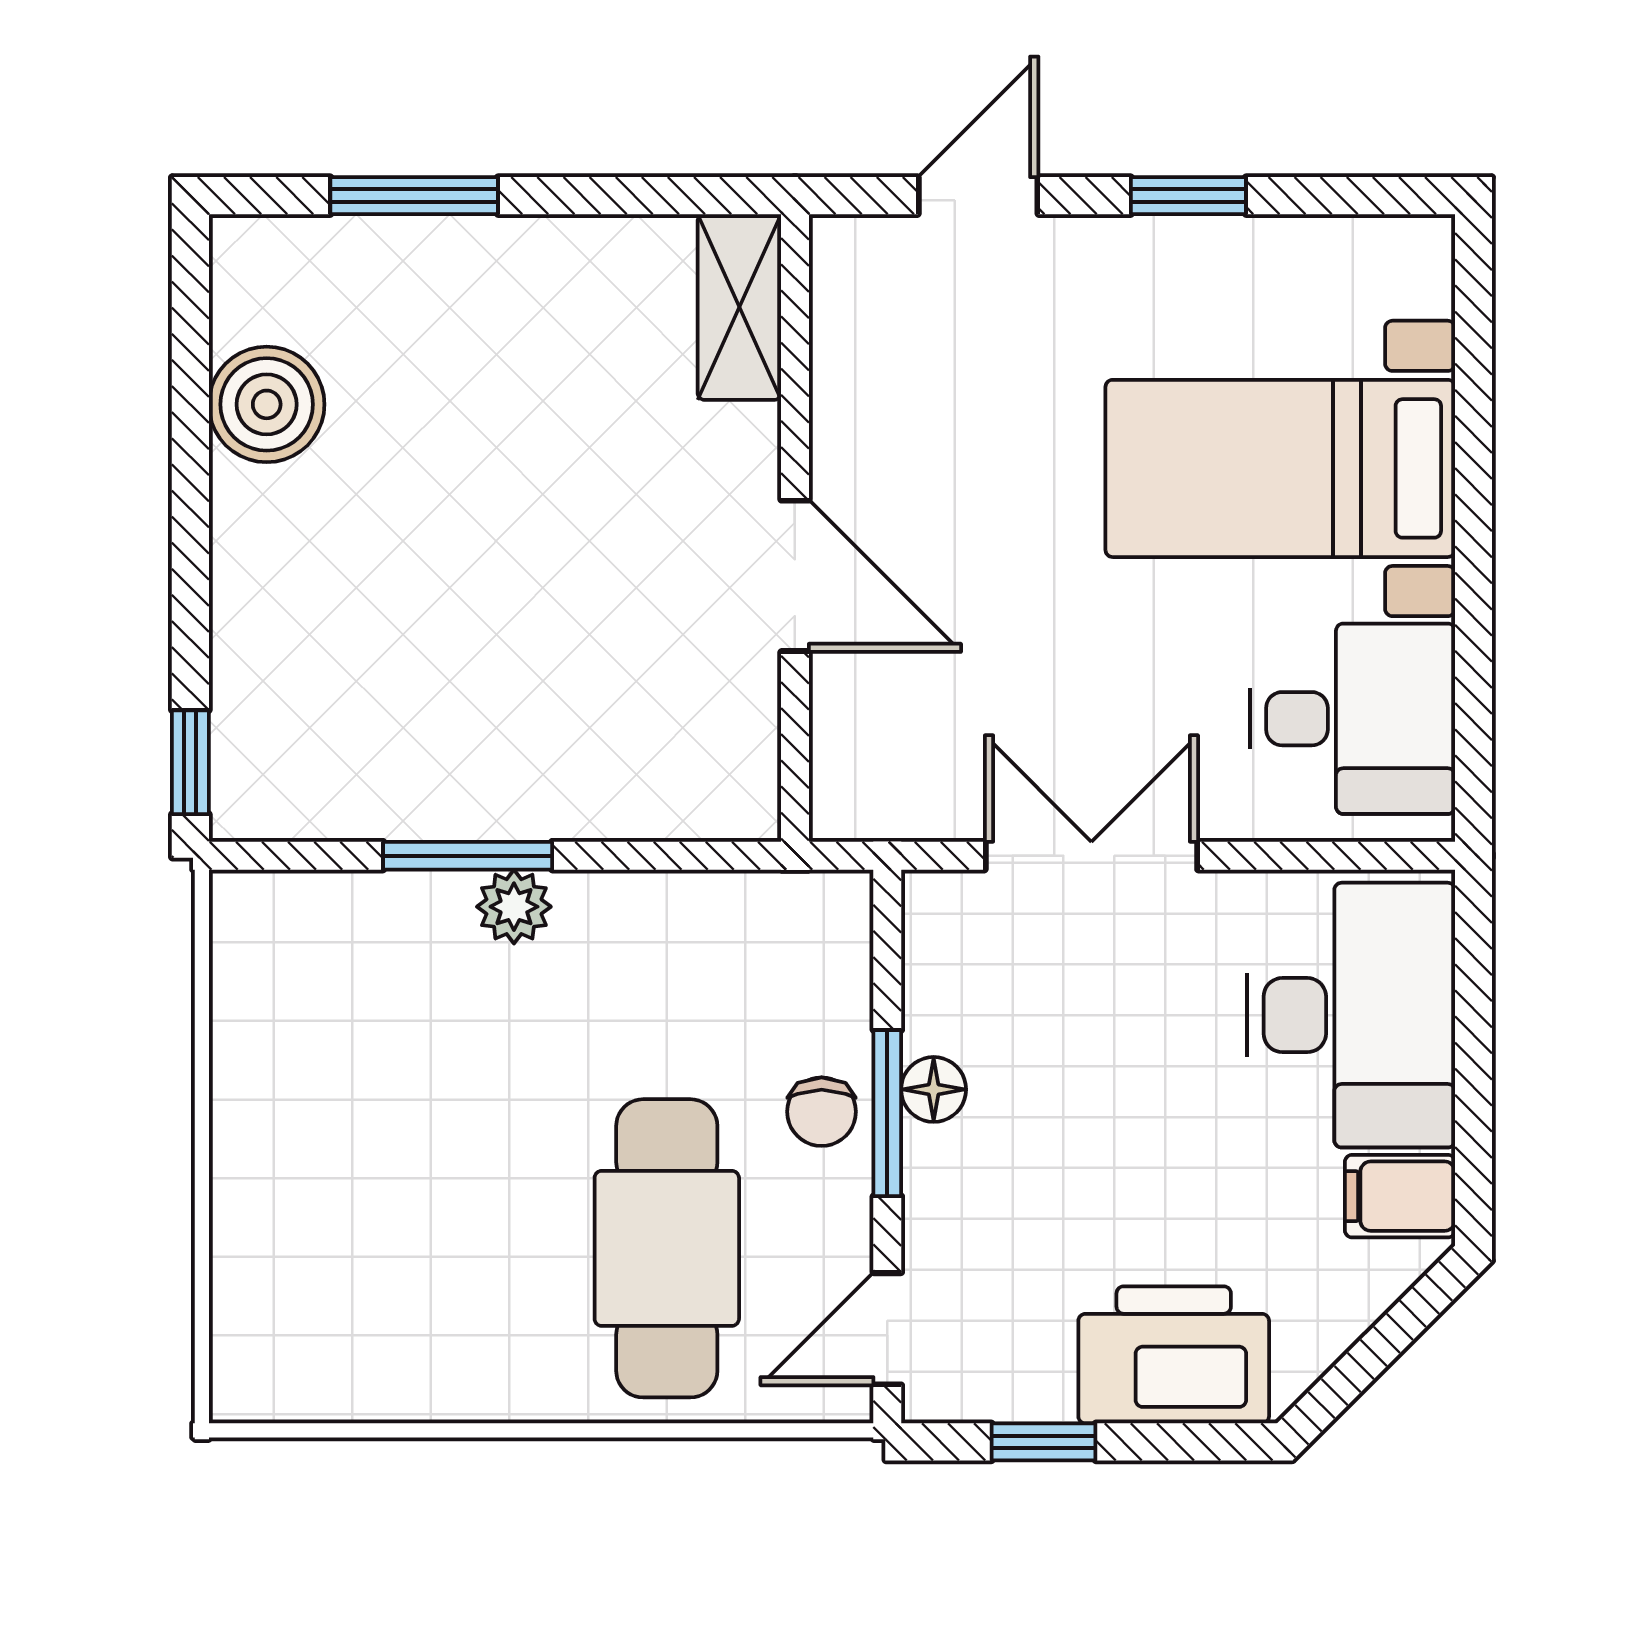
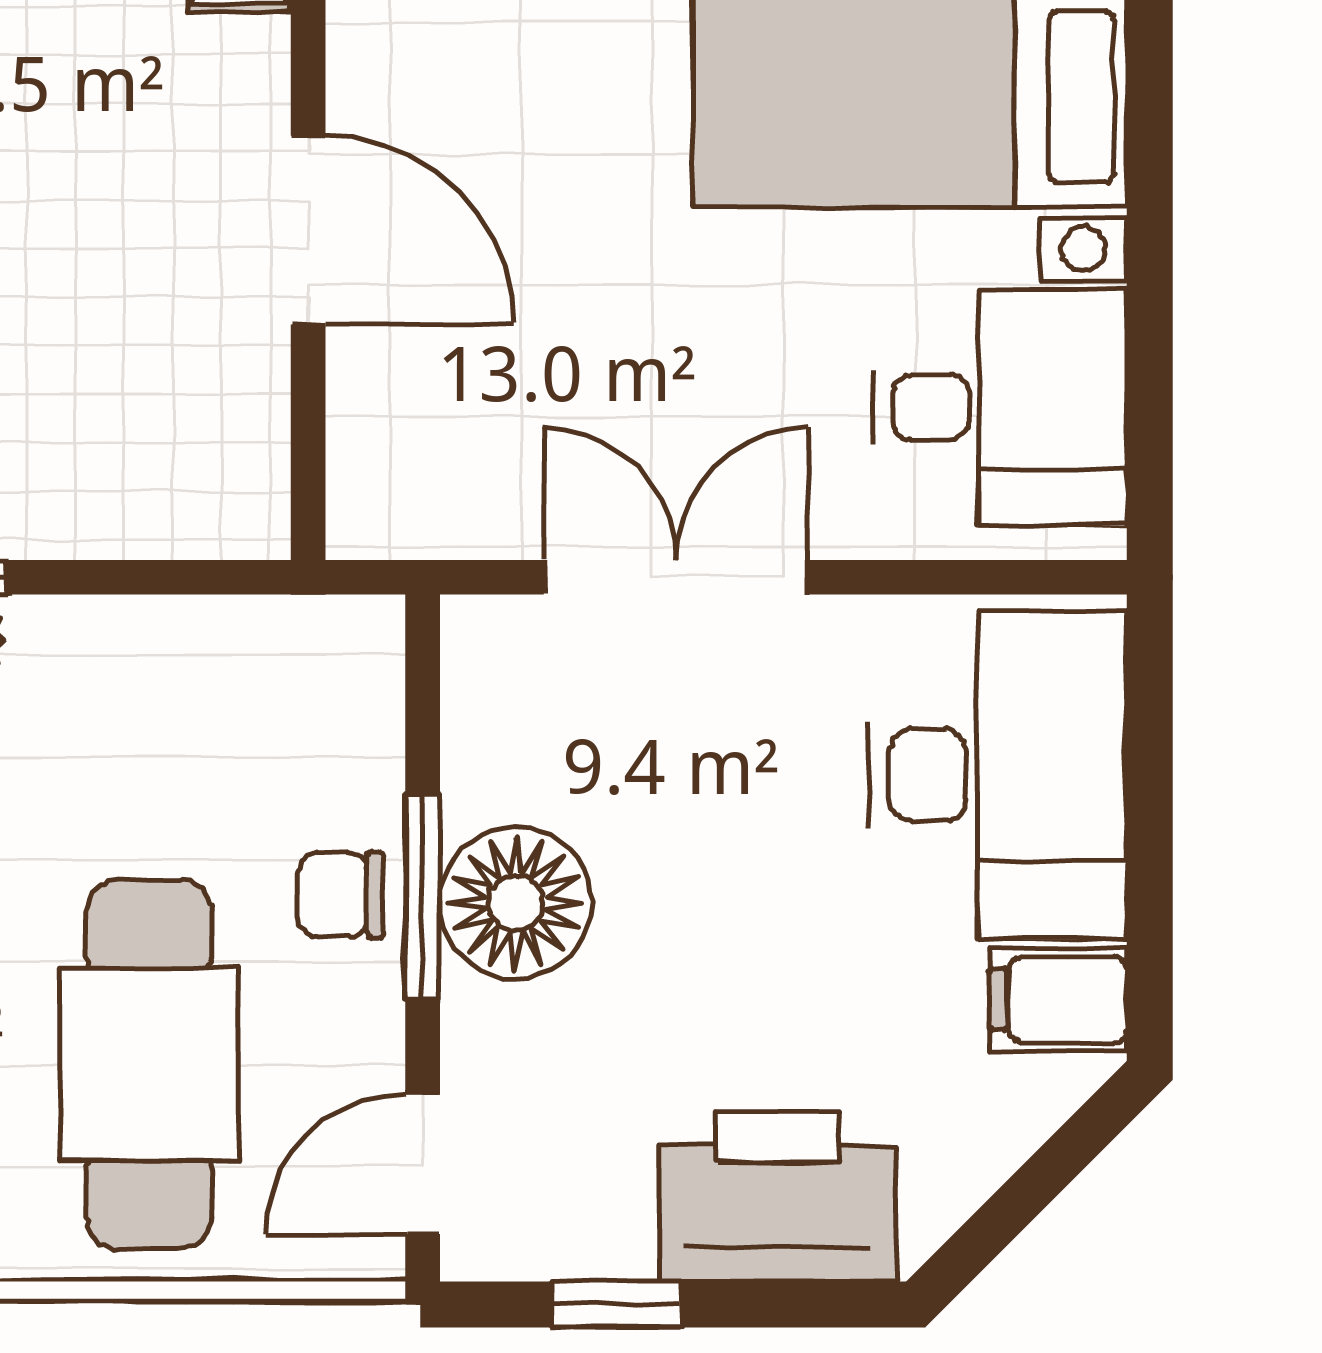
floor lamp: (934, 1089) -> (516, 903), width x1.89, depth x1.89
chair: (822, 1112) -> (341, 895), turned 90

